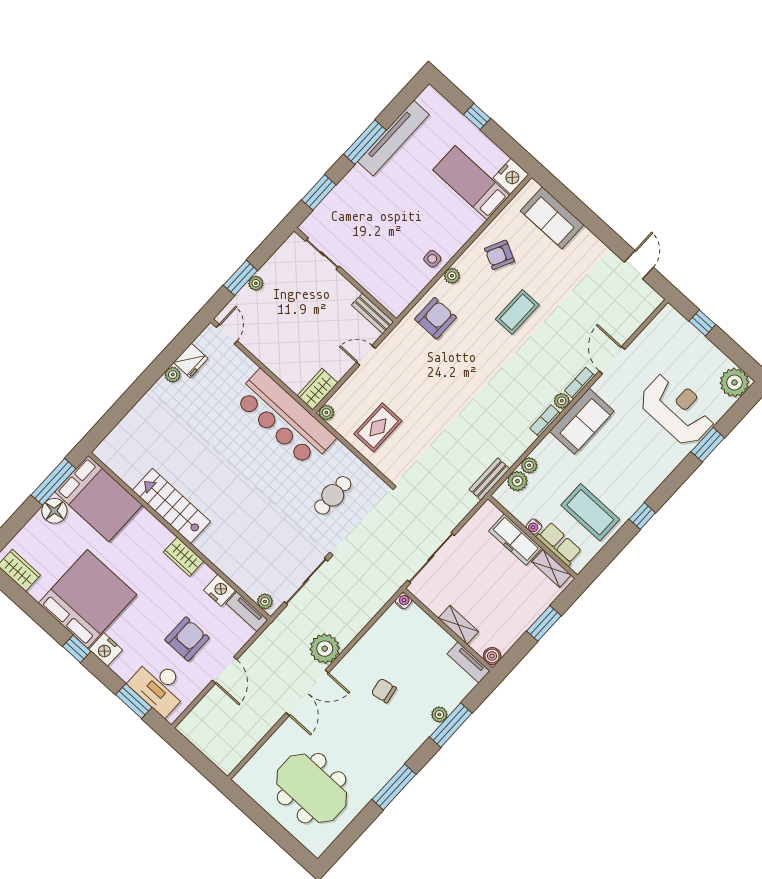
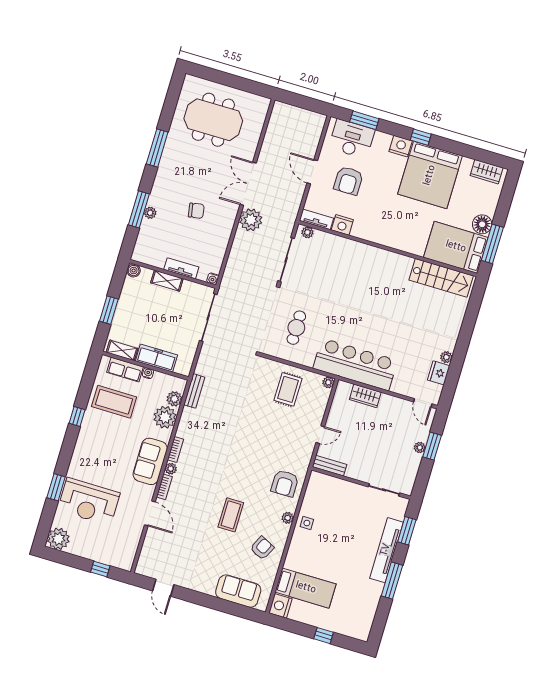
tv unit: (393, 138) -> (386, 550), moved
wardrobe: (317, 389) -> (365, 396), moved, turned 90
plant: (529, 465) -> (165, 417), width x1.87, depth x1.87
stairs: (171, 506) -> (441, 278), moved
wardrobe: (184, 557) -> (378, 236), removed
tv unit: (468, 662) -> (181, 268), moved

